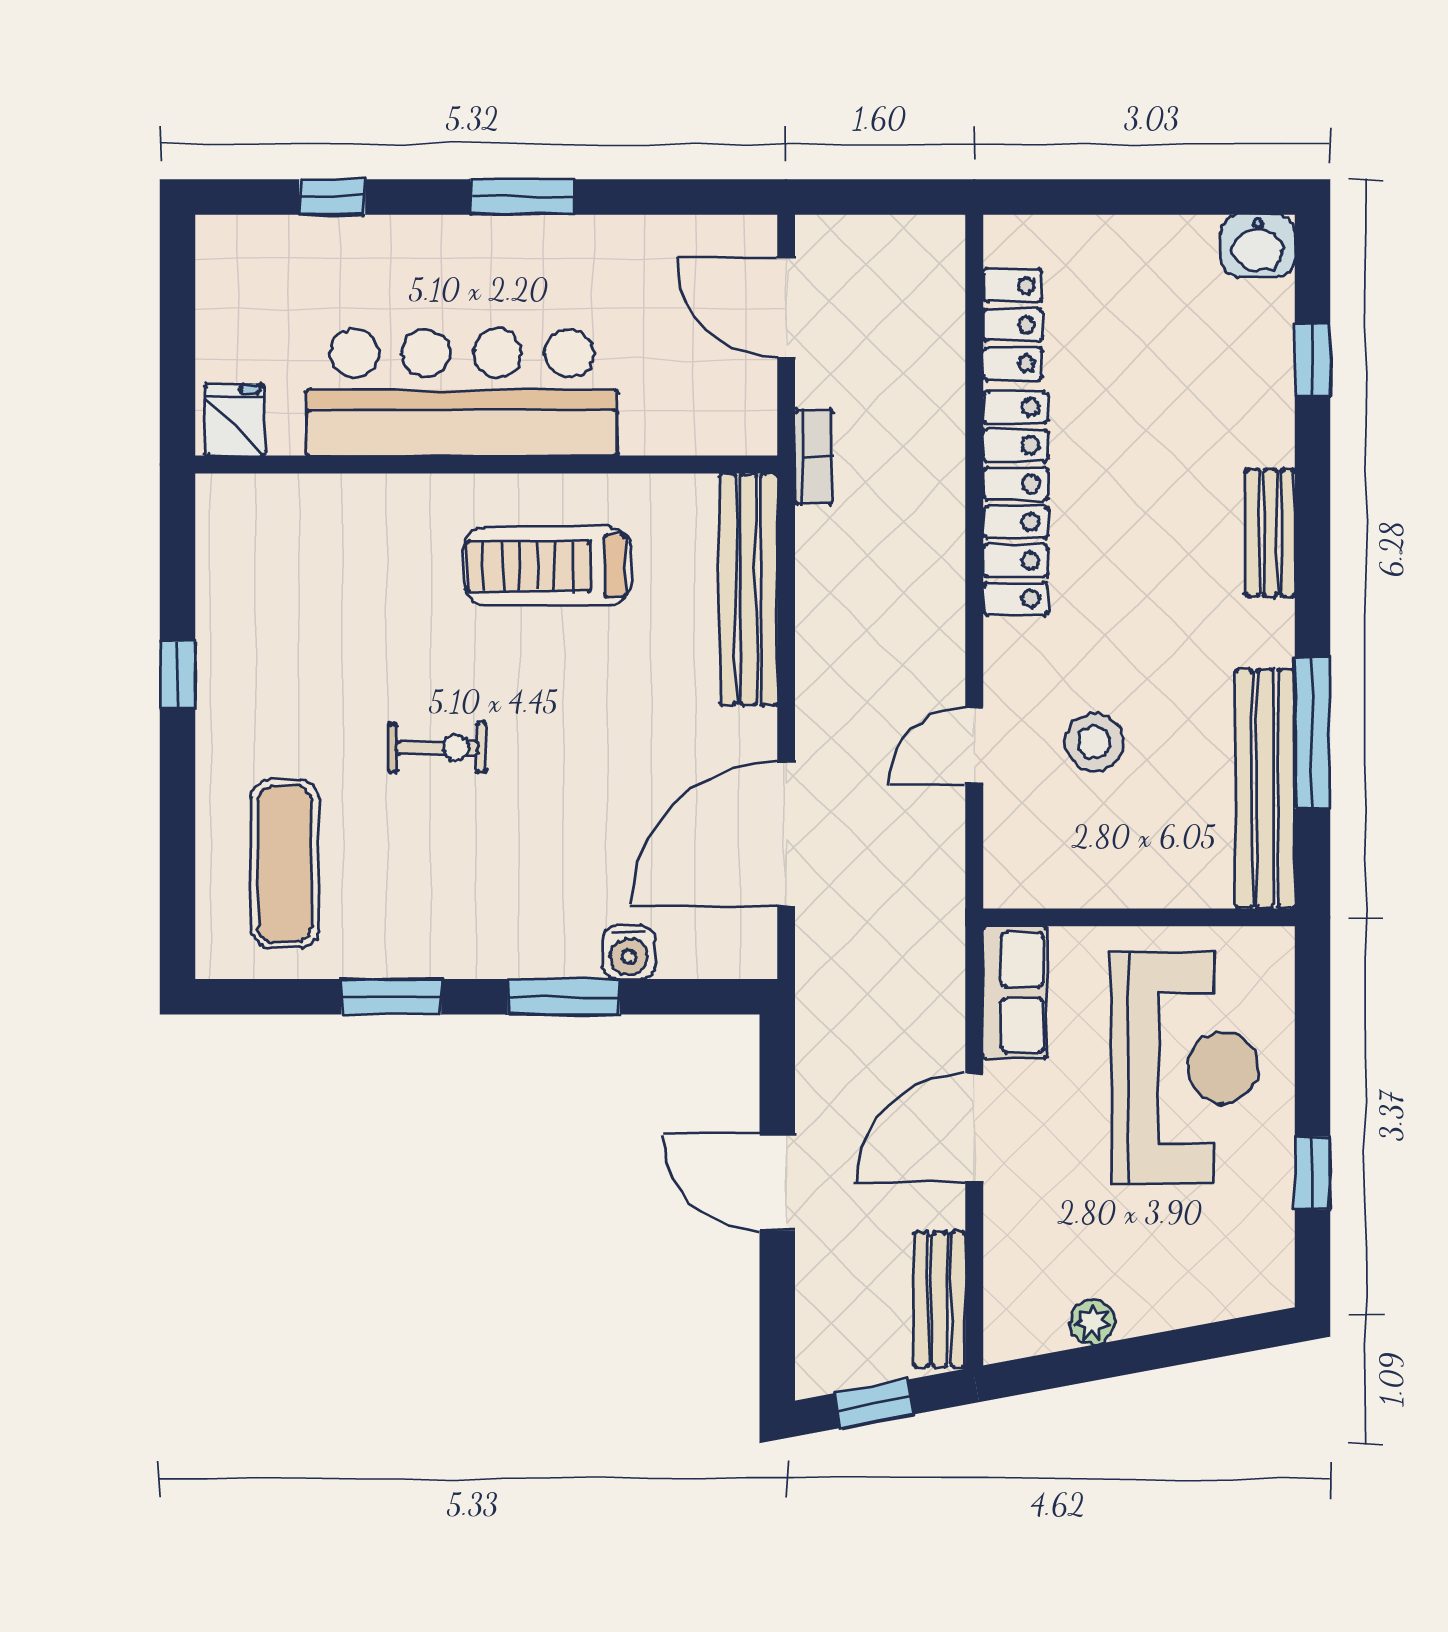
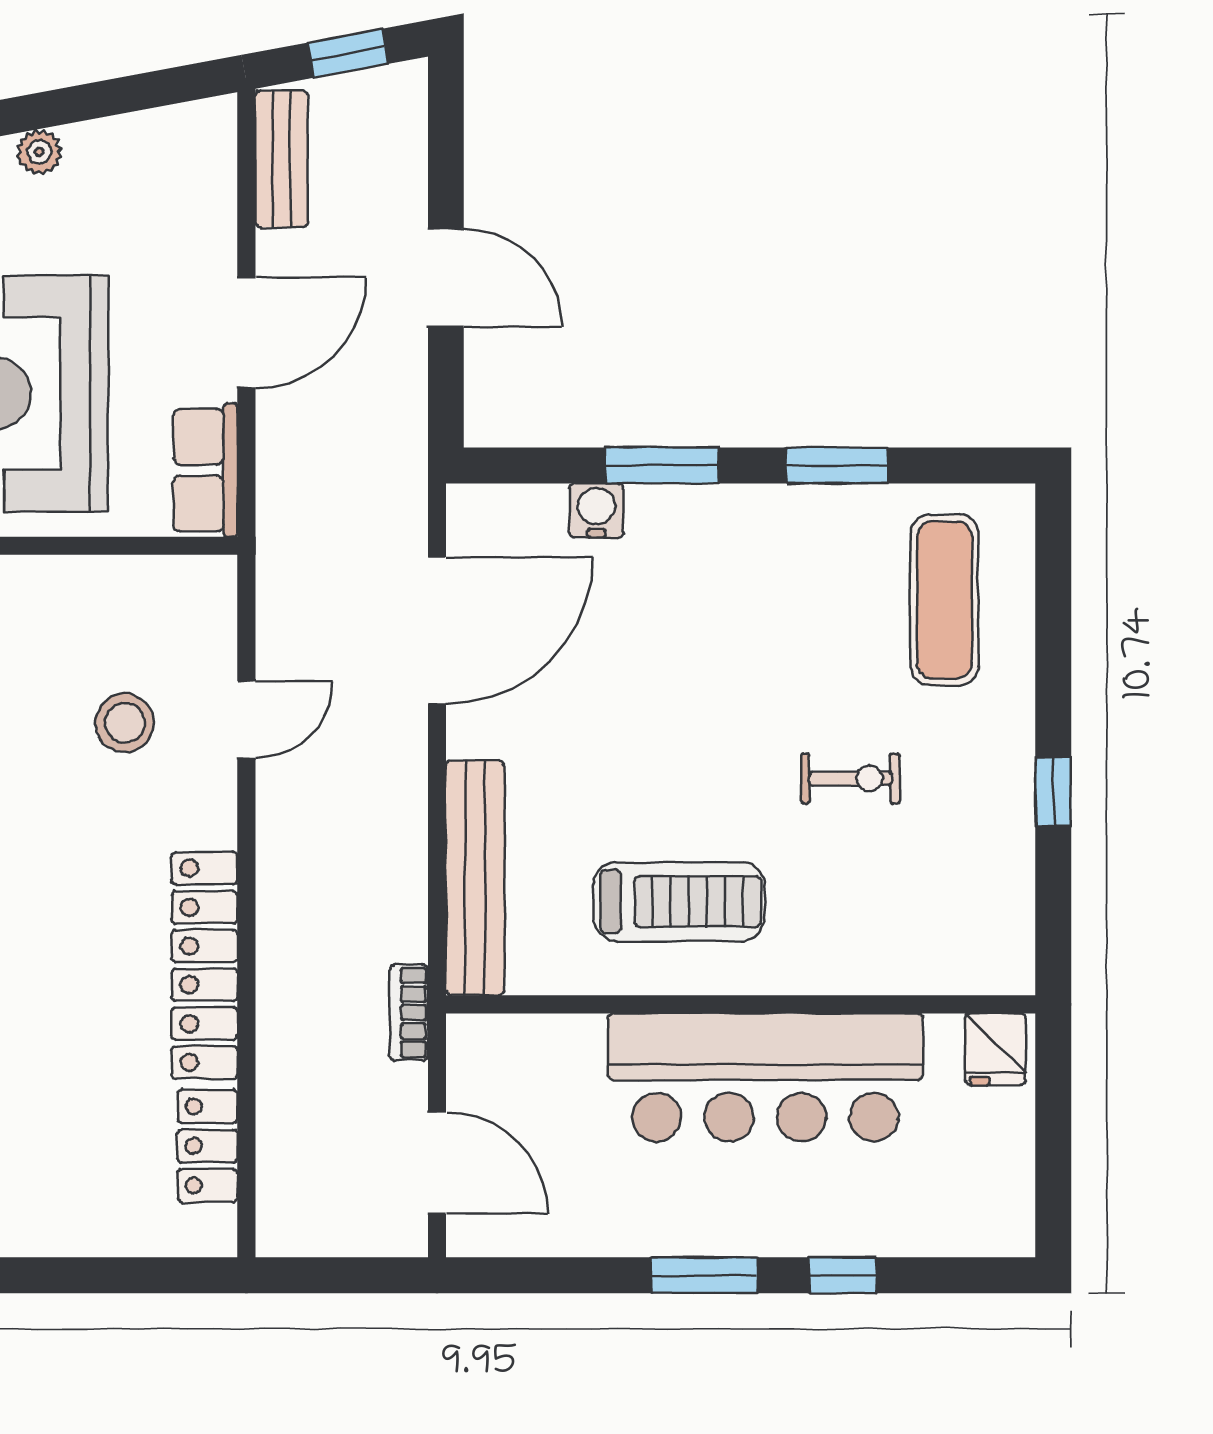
window: (332, 197) -> (843, 1275), moved
exercise bike: (437, 748) -> (851, 778), moved, turned 180
plant: (1092, 1322) -> (39, 152), moved

